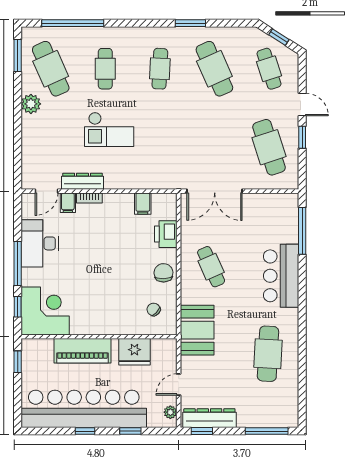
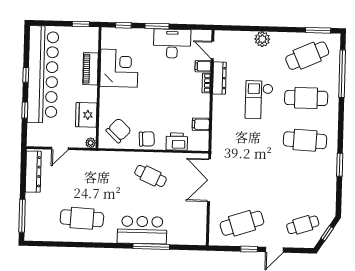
cafe table: (105, 69) -> (306, 98), width x1.37, depth x1.35
cafe table: (160, 69) -> (305, 140), width x1.37, depth x1.35
cafe table: (214, 69) -> (304, 183), removed
plant: (31, 104) -> (262, 39), moved
window: (302, 231) -> (151, 247), moved
window: (18, 263) -> (157, 26), width x0.69
cafe table: (211, 267) -> (151, 176), turned 48
chair: (154, 309) -> (119, 131), width x1.87, depth x1.87
corner desk: (45, 311) -> (119, 68), moved, turned -90
booth: (197, 330) -> (102, 164), removed
piano: (83, 351) -> (90, 69), width x0.73, depth x0.75
door: (179, 385) -> (60, 148), swing flipped
plant: (170, 412) -> (91, 143), moved
window: (202, 431) -> (23, 165), removed

